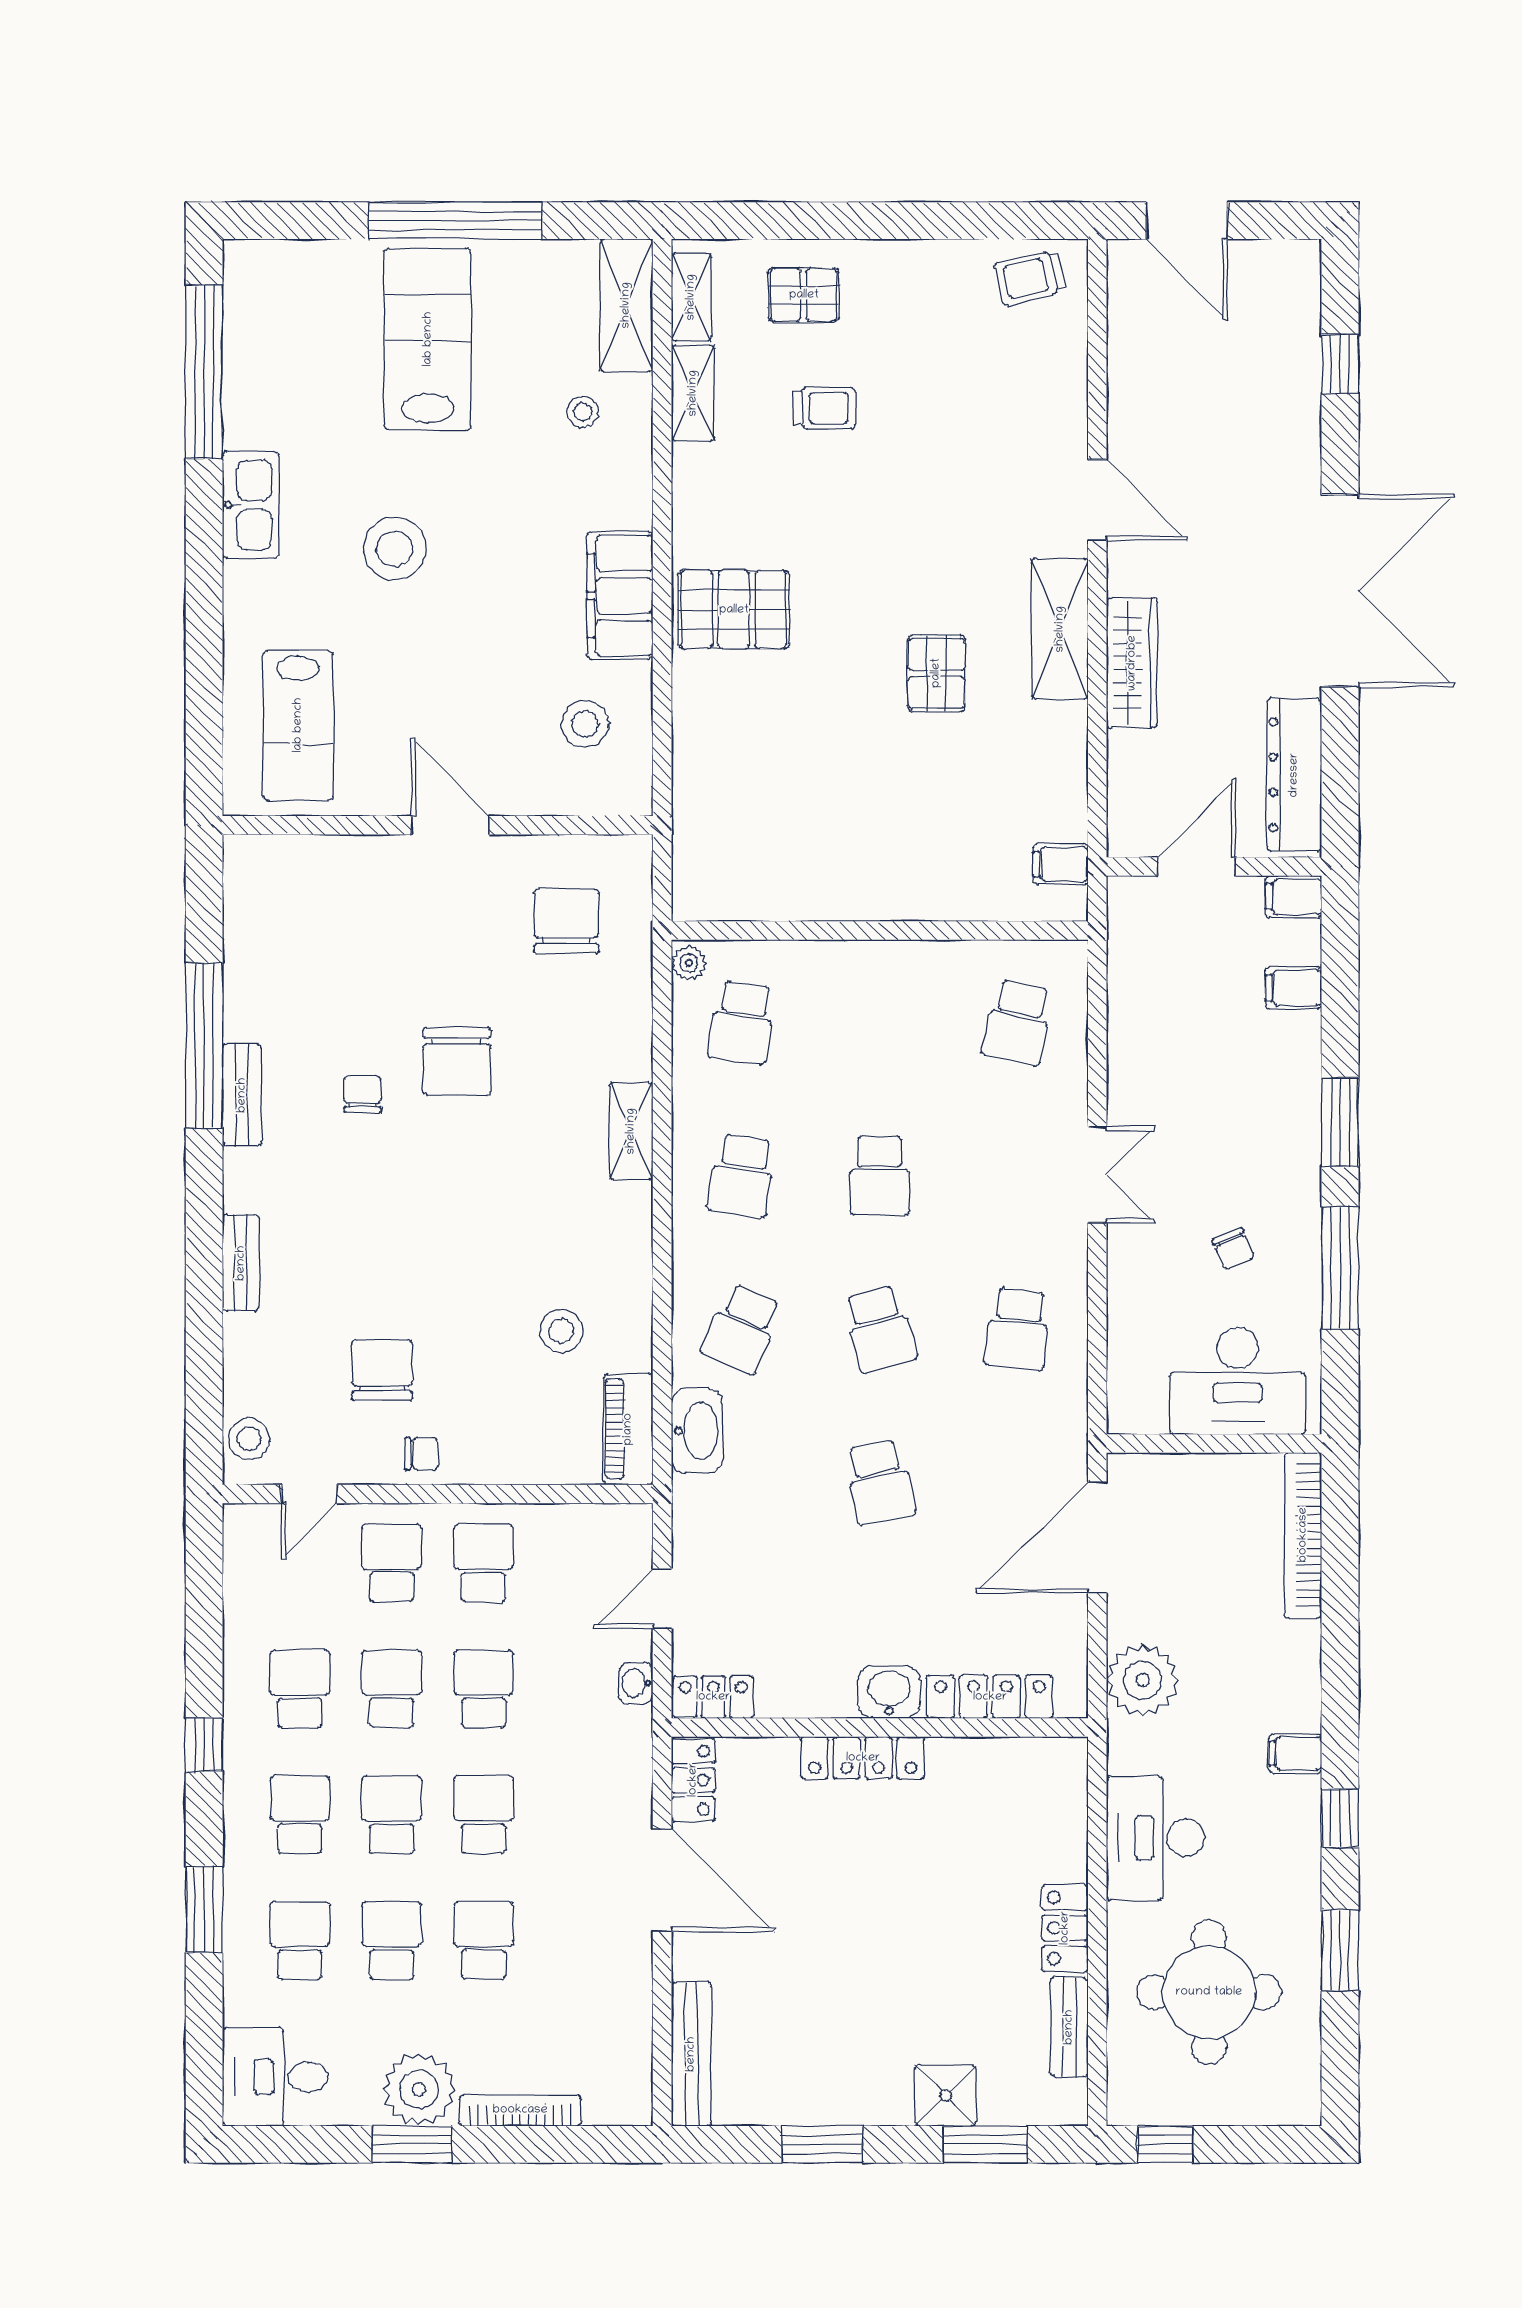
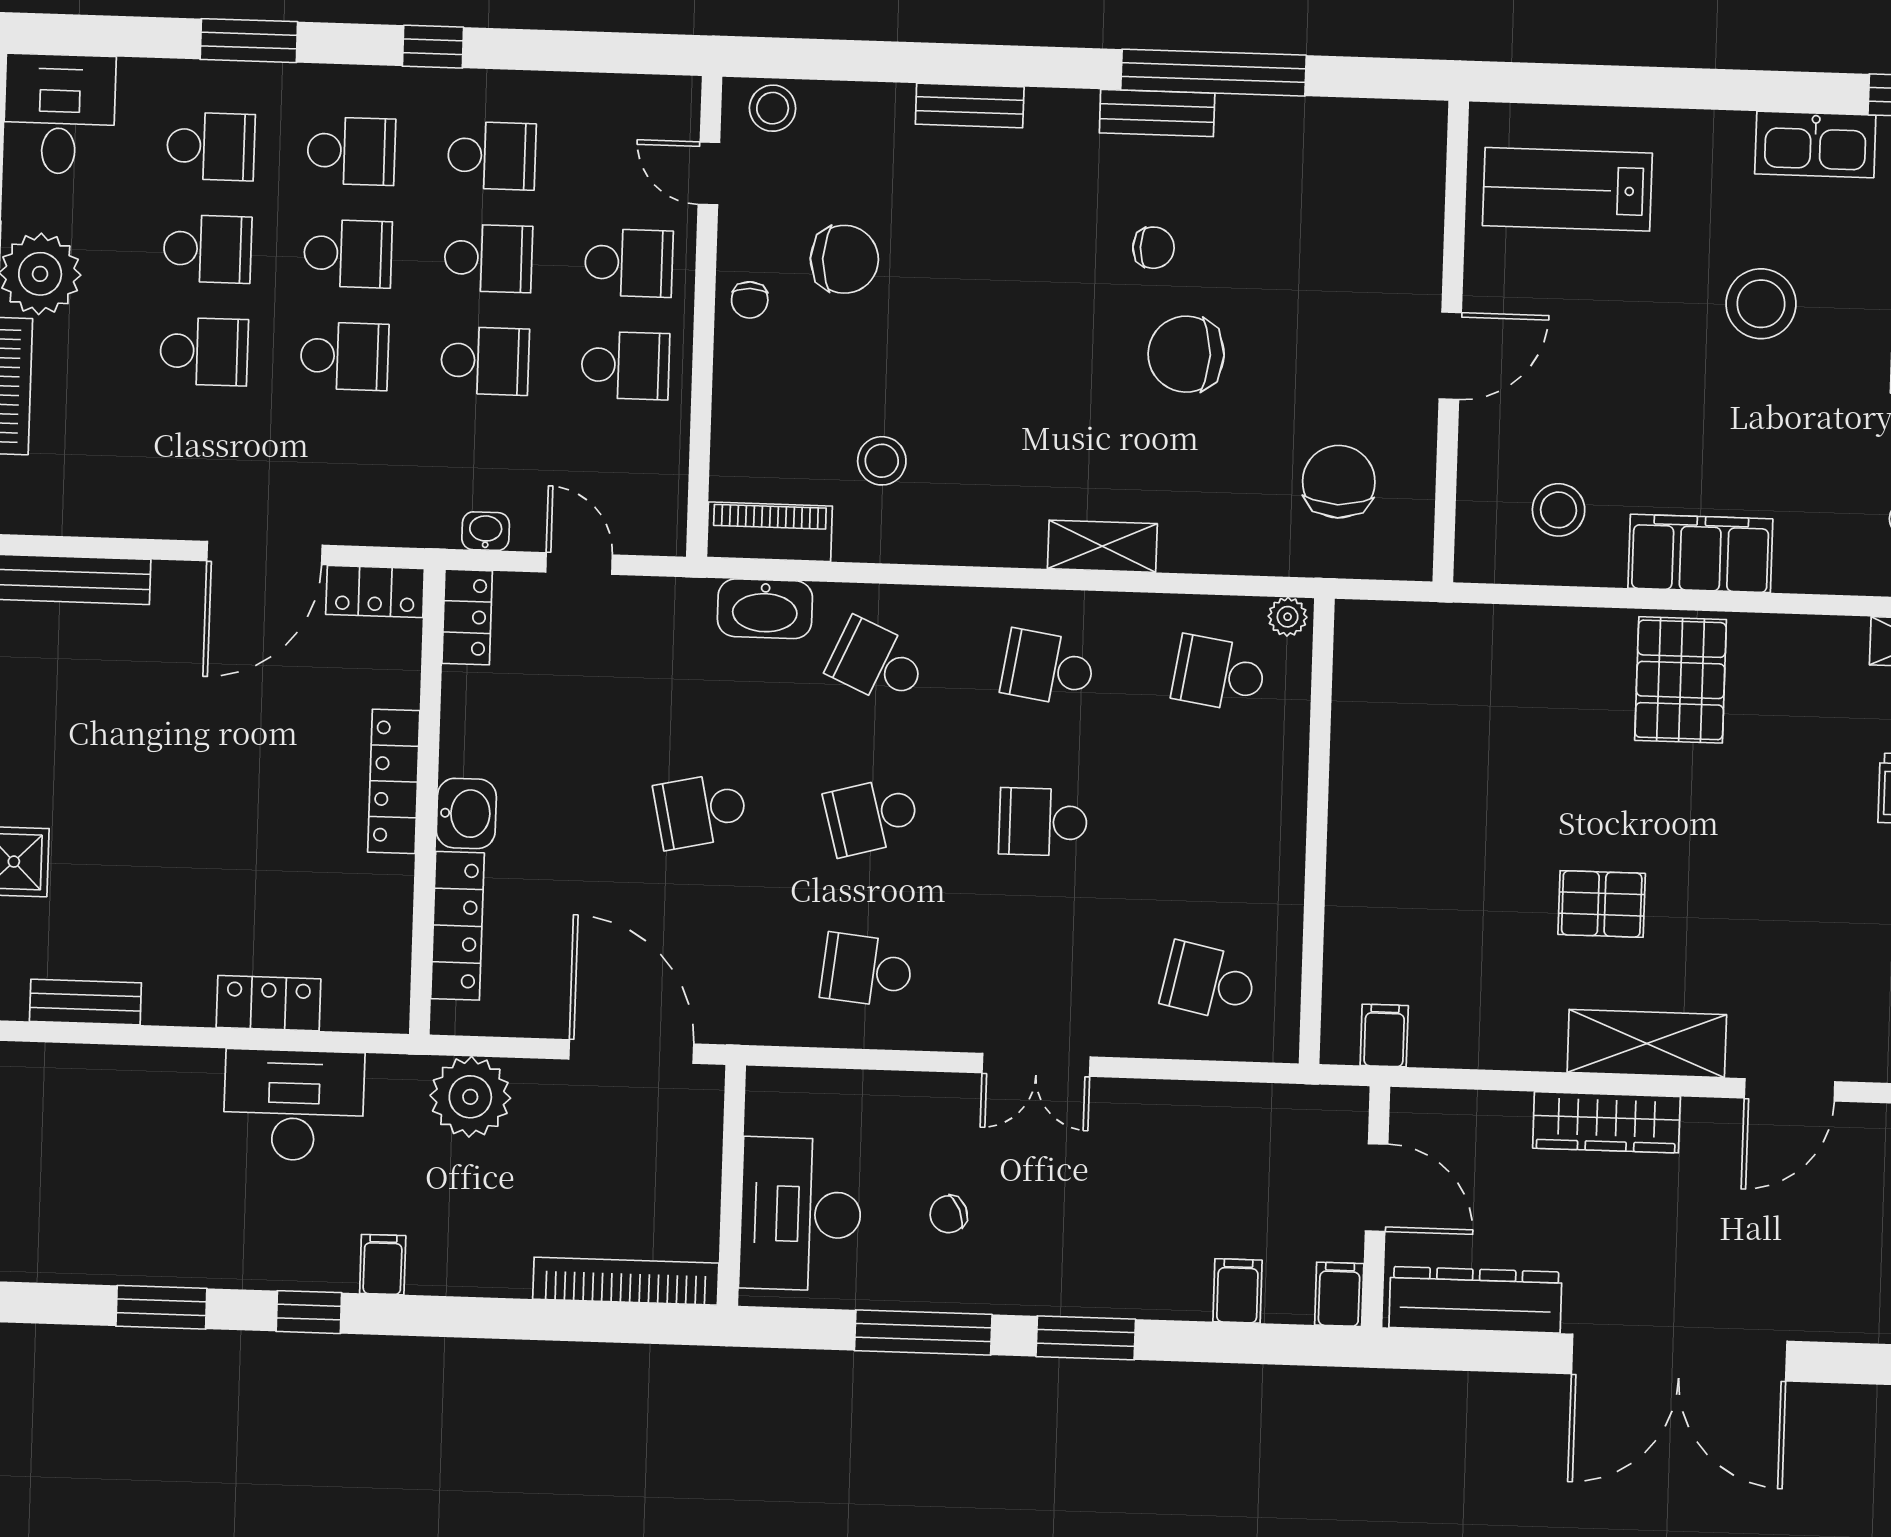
chair: (566, 921) -> (1339, 482), turned -90
locker: (1065, 1928) -> (268, 1003), moved
round table: (1209, 1992) -> (120, 1160), removed

